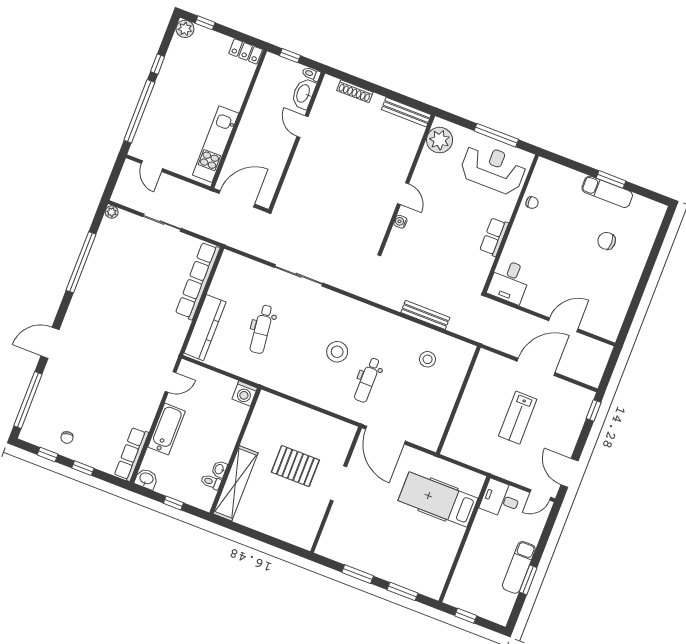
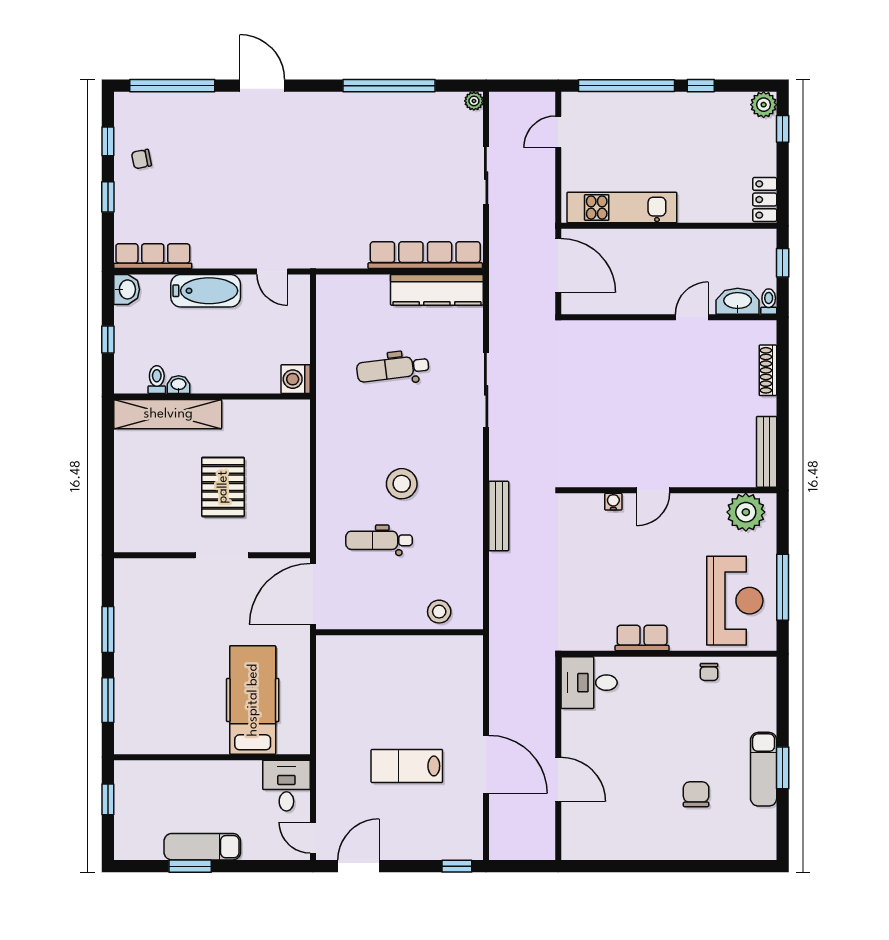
bench: (425, 315) -> (499, 516), moved
kitchen counter: (205, 328) -> (437, 290), moved
wall: (458, 400) -> (400, 632), moved

